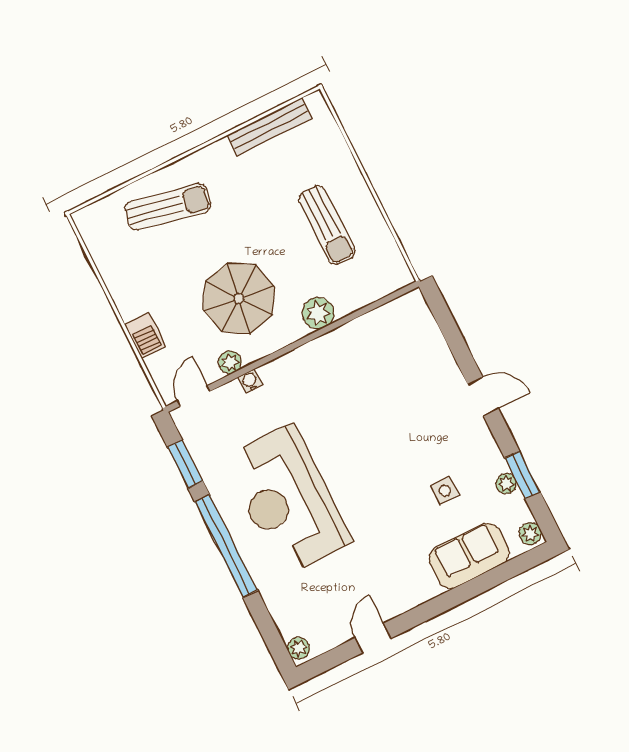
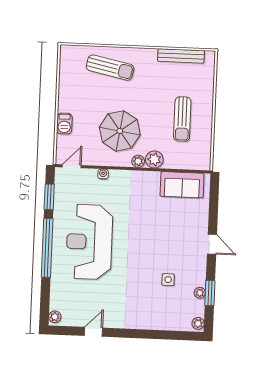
plant: (230, 362) -> (138, 161), moved
sofa: (469, 556) -> (182, 185), moved, turned 180

